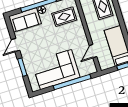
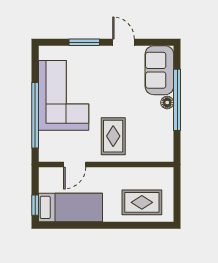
rug: (64, 17) -> (113, 136), moved
door: (93, 51) -> (75, 164), swing flipped

